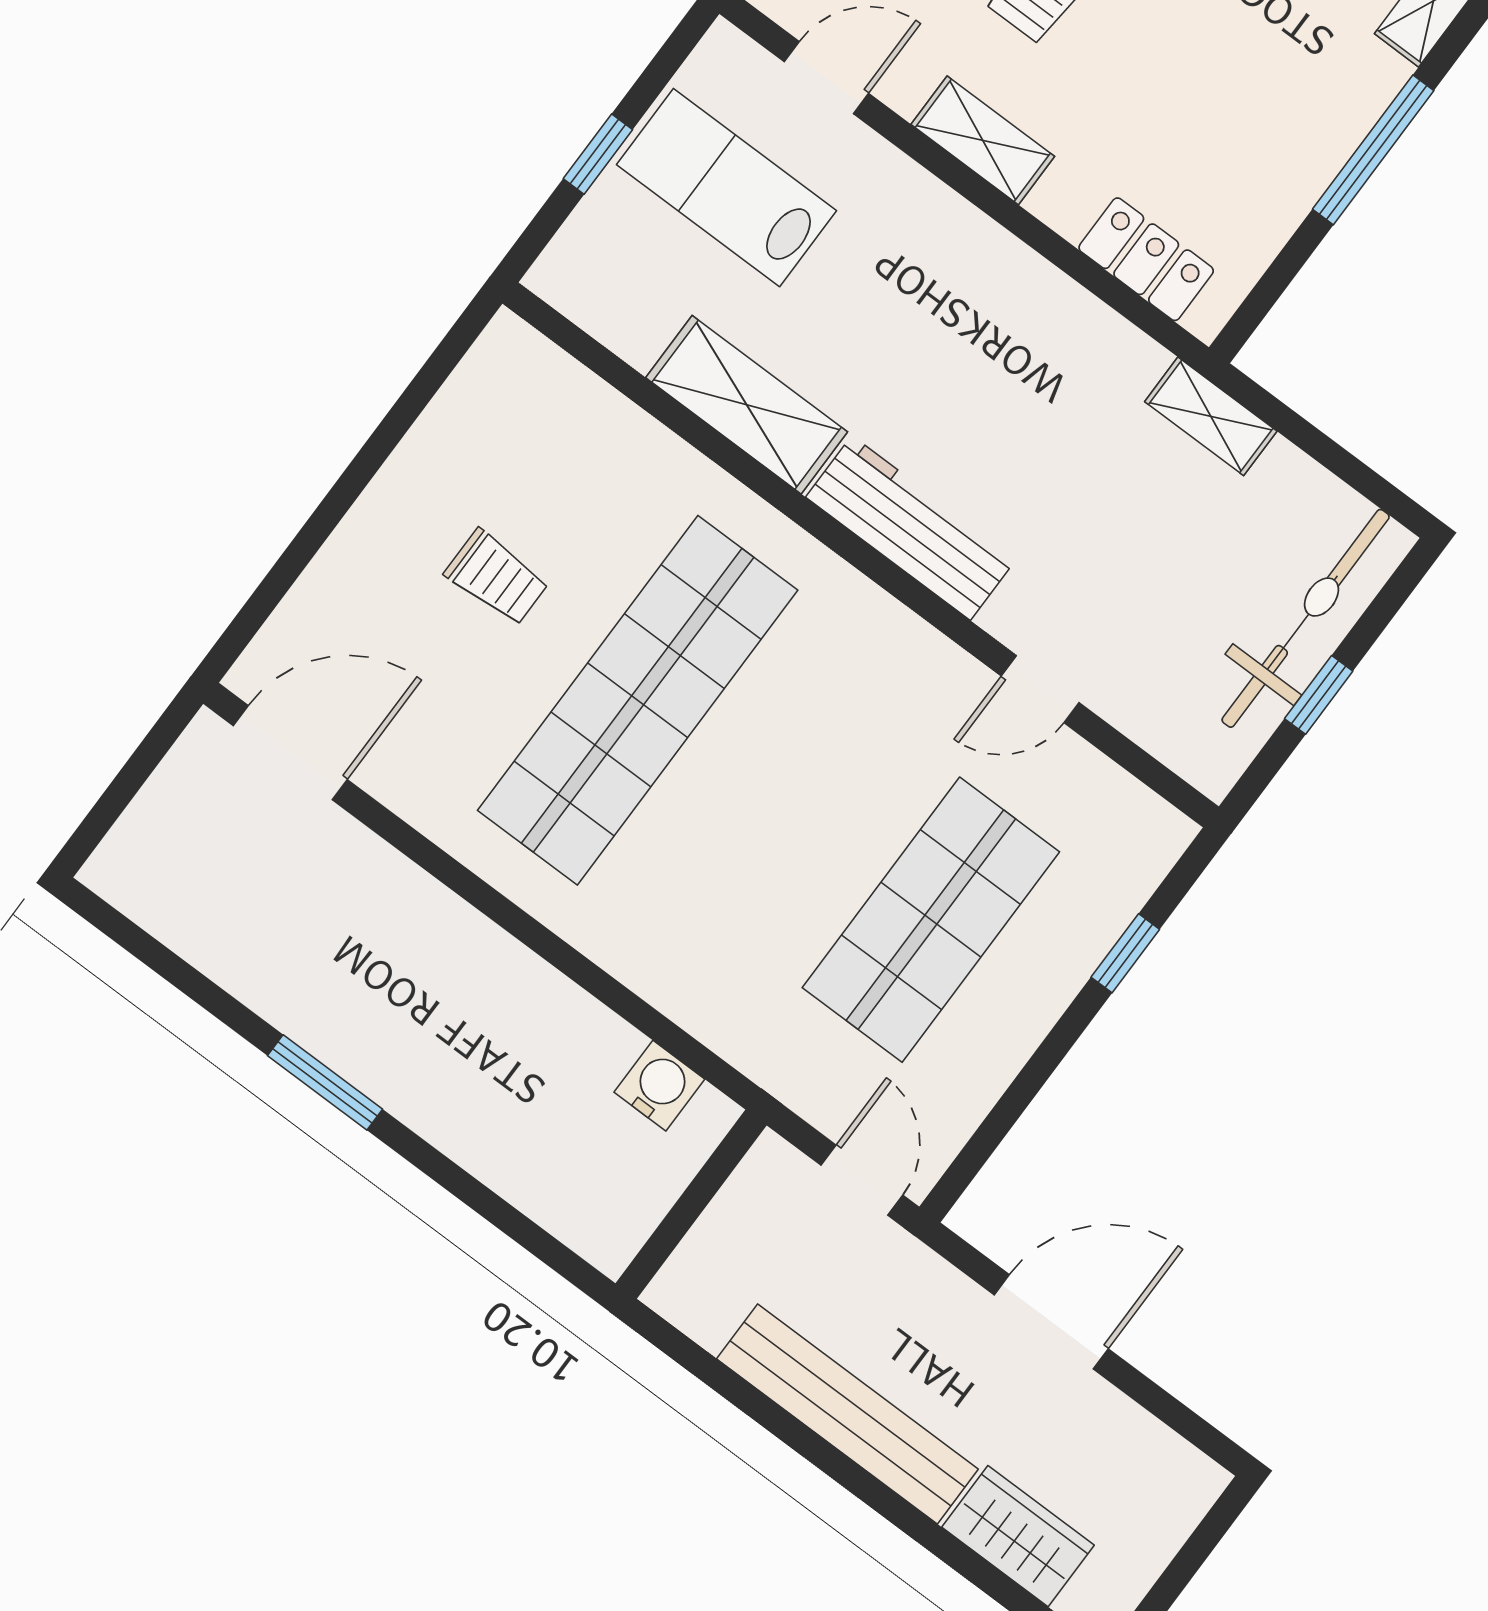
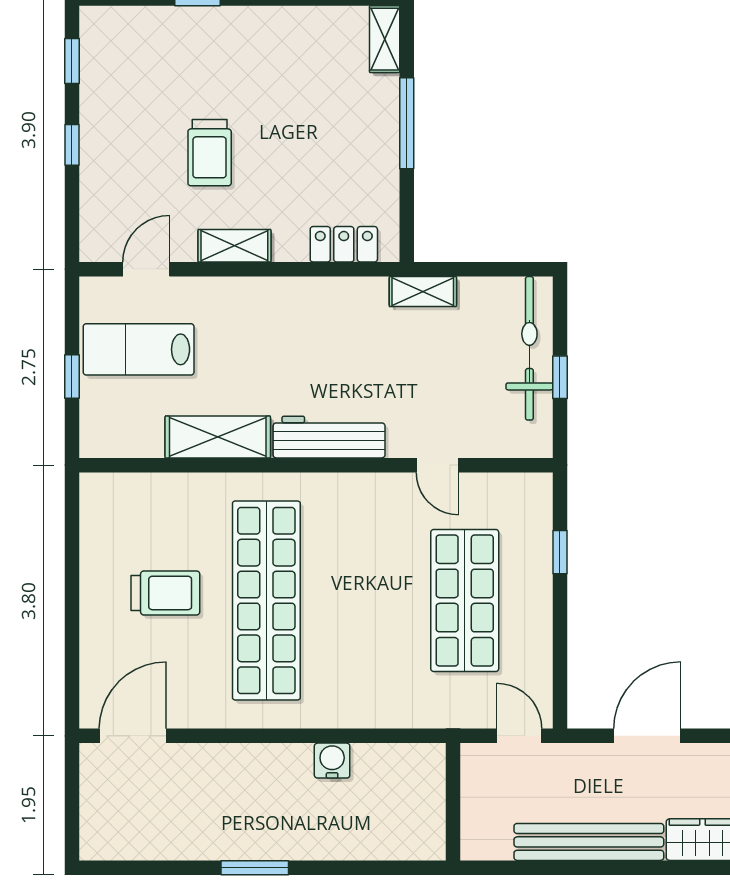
trolley: (497, 577) -> (165, 593), width x1.36, depth x1.39
door: (1040, 689) -> (437, 465), hinge flipped
water cooler: (659, 1086) -> (332, 761), moved

